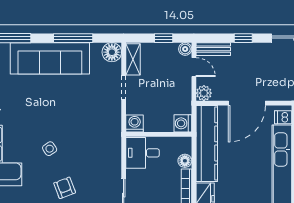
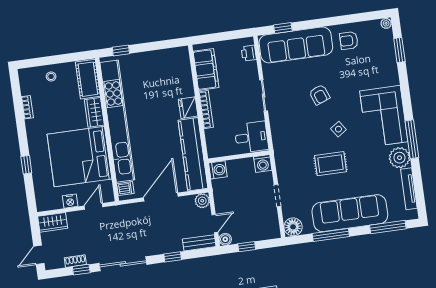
shelving: (133, 59) -> (272, 223), removed
door: (194, 67) -> (215, 224), swing flipped
rug: (63, 113) -> (330, 164), added
floor lamp: (185, 161) -> (211, 135), removed

